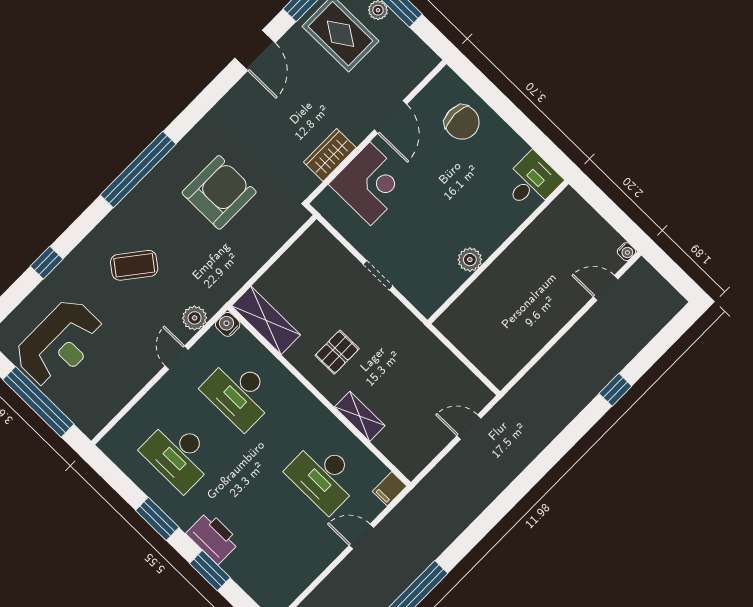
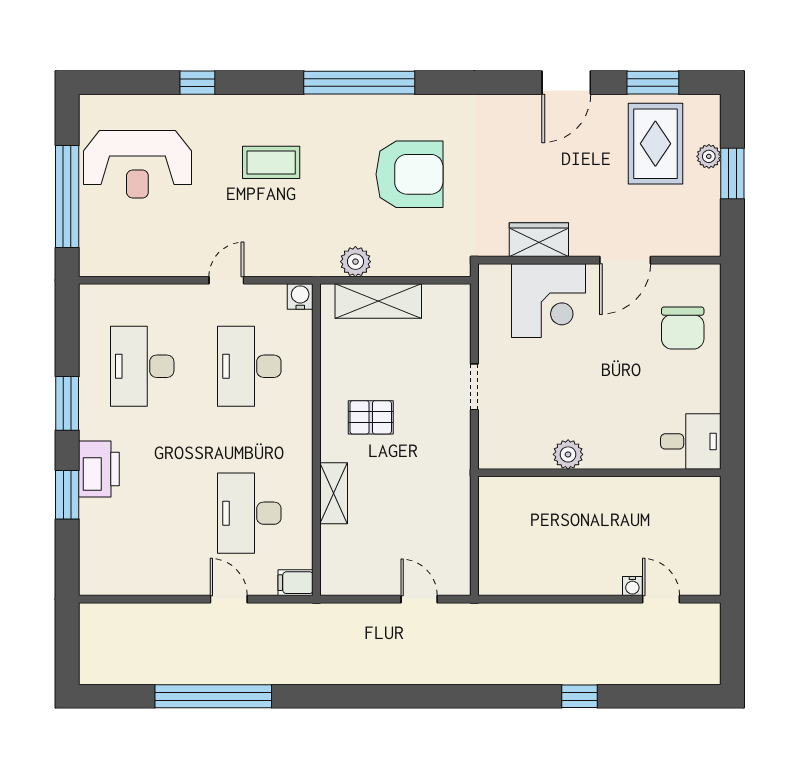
water cooler: (626, 252) -> (632, 586), moved
coffee table: (134, 265) -> (271, 162), turned -38
plant: (195, 318) -> (355, 262), moved
shelving: (266, 320) -> (378, 301), moved, turned 90

